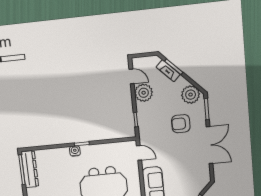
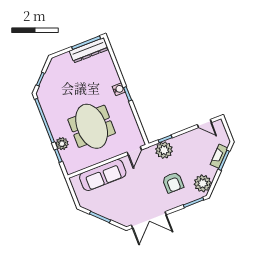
door: (132, 76) -> (204, 124), hinge flipped
plant: (144, 93) -> (164, 150), moved
armchair: (181, 124) -> (173, 182), turned 180
double door: (210, 145) -> (149, 220), moved

